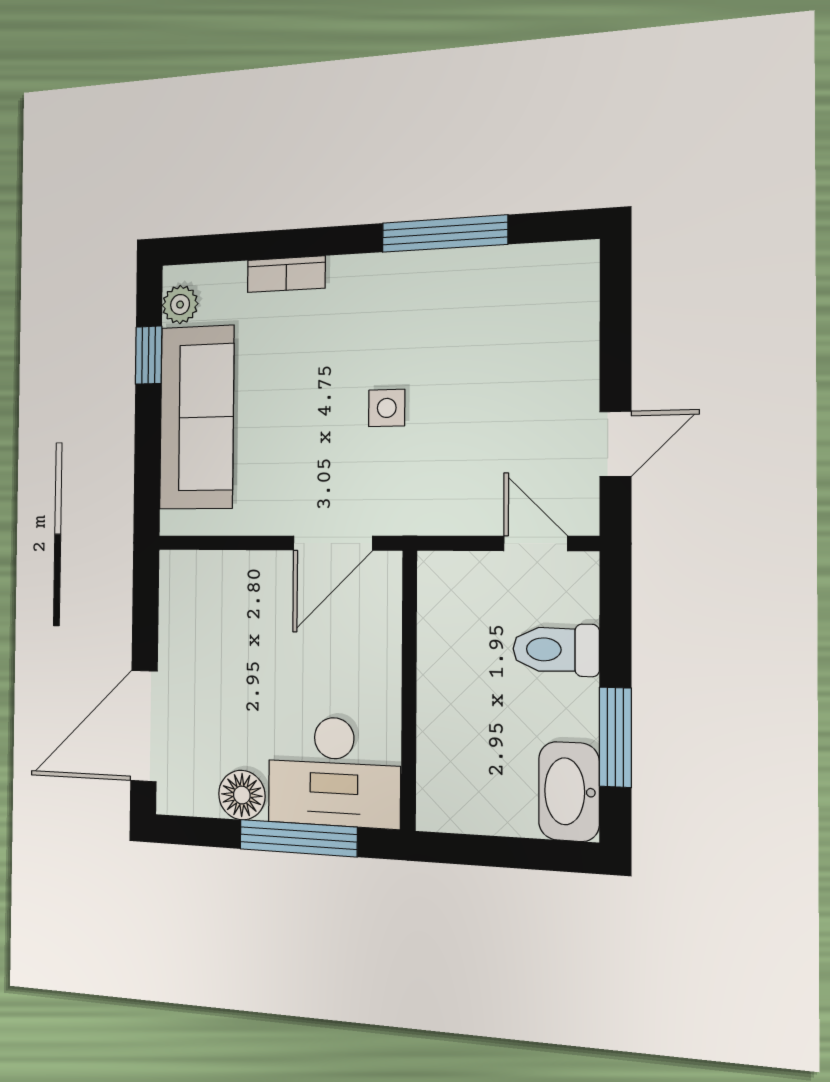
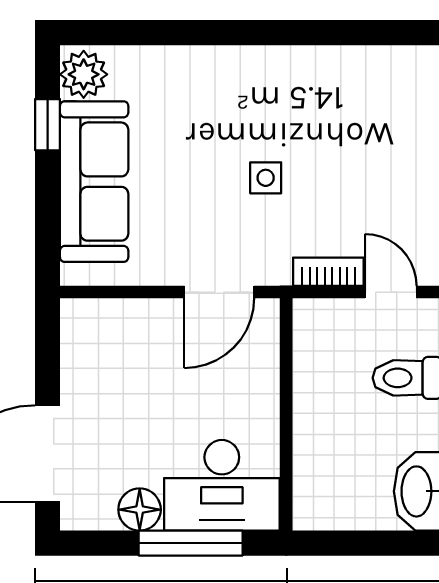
window: (444, 234) -> (314, 33), removed
bookcase: (286, 274) -> (328, 272), moved, turned 180
plant: (180, 305) -> (84, 74), width x1.38, depth x1.38

